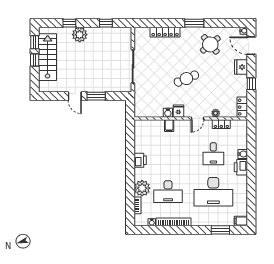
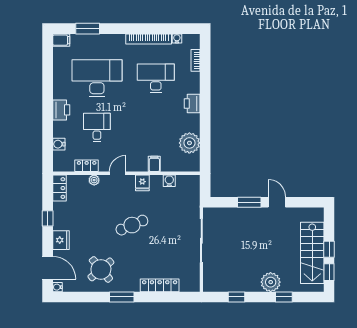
water cooler: (168, 113) -> (169, 181), moved
water cooler: (243, 154) -> (59, 144), moved
printer: (140, 160) -> (192, 104), moved
plant: (142, 188) -> (189, 143), moved

